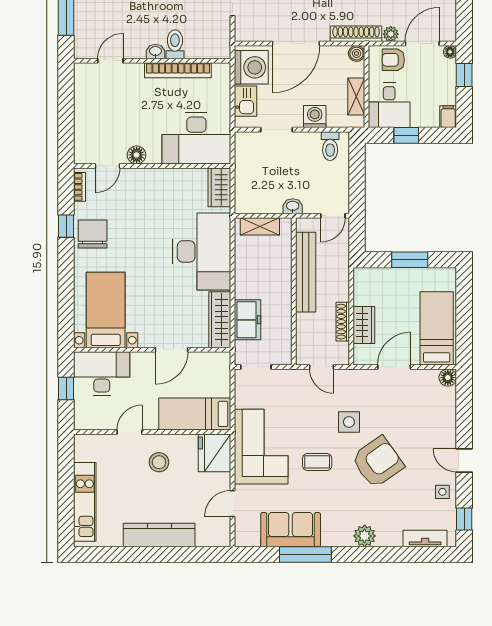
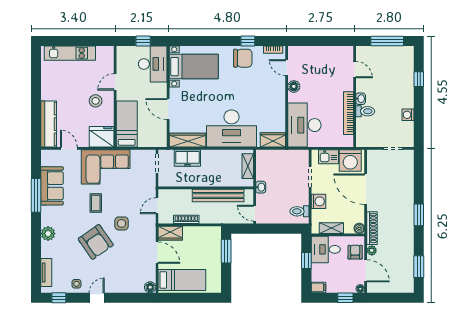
window: (410, 260) -> (226, 251), moved
wardrobe: (364, 325) -> (170, 233), moved
door: (130, 432) -> (115, 82), swing flipped
kitchen counter: (159, 535) -> (49, 124), moved

